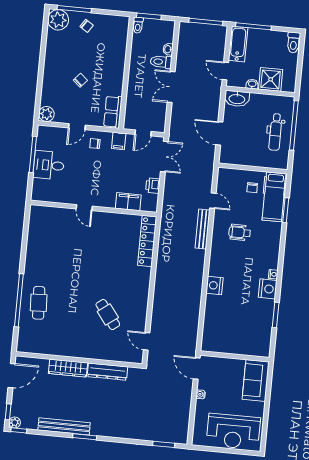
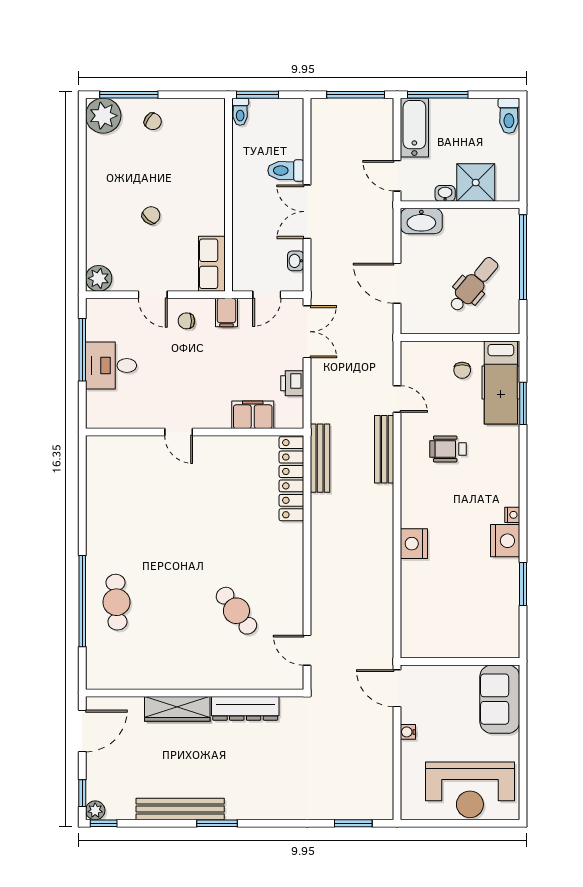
washbasin: (168, 49) -> (296, 261), moved
door: (77, 127) -> (153, 295), hinge flipped
dental chair: (275, 132) -> (474, 284), moved, turned -140
bench: (165, 231) -> (320, 458), added

